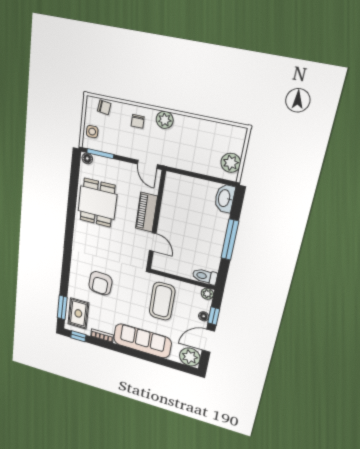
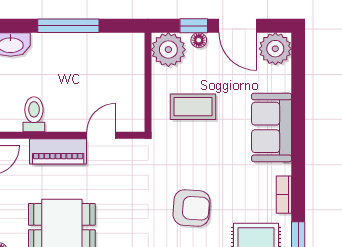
toilet: (205, 276) -> (34, 114), moved, turned 180
plant: (207, 294) -> (168, 50), width x1.87, depth x1.87
coffee table: (162, 301) -> (193, 107), width x0.73, depth x0.76
sofa: (142, 341) -> (272, 127), width x0.73

